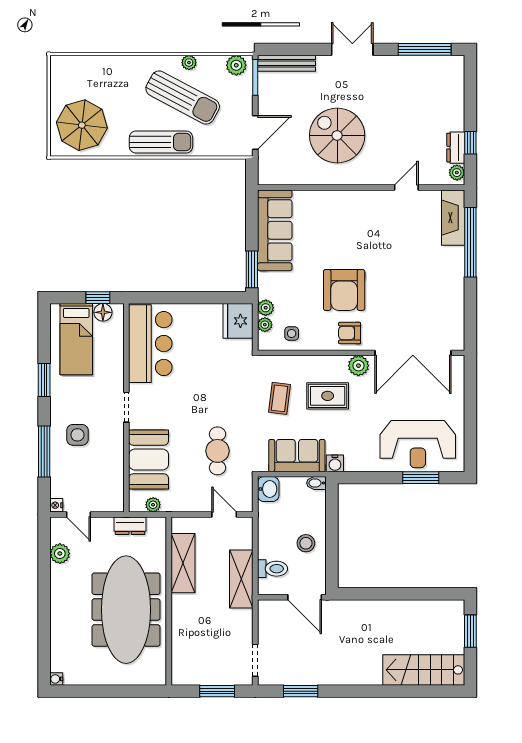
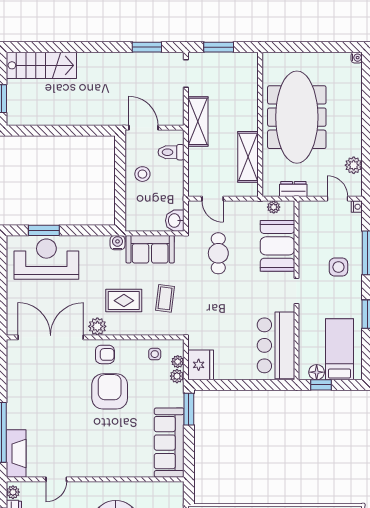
bidet: (316, 483) -> (133, 226), removed
shelving: (241, 579) -> (198, 121), moved

